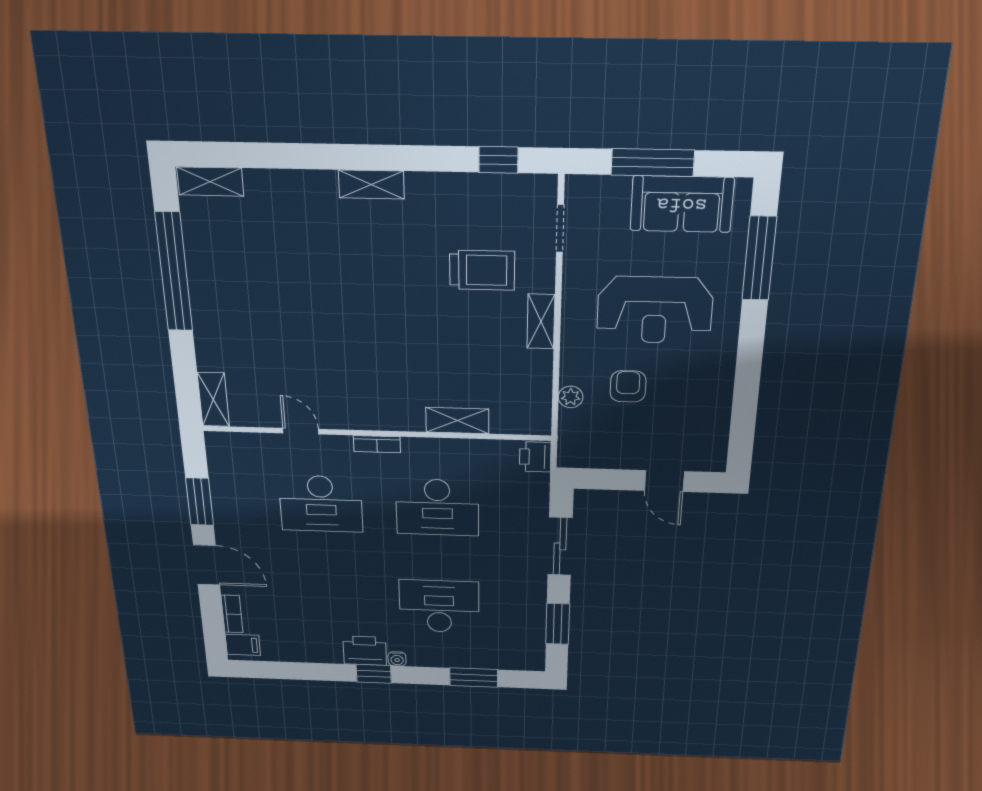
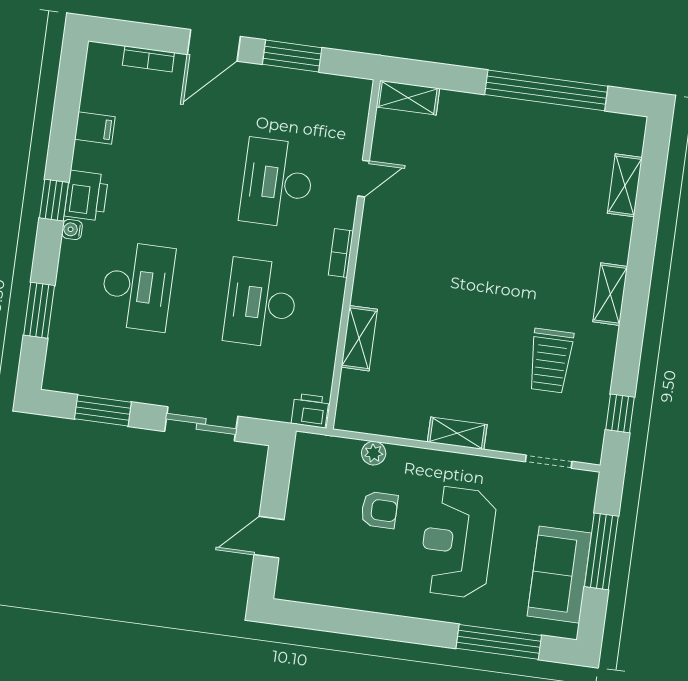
shelving: (210, 182) -> (625, 185), moved
trolley: (482, 270) -> (551, 361), moved
filing cabinet: (243, 645) -> (95, 128), moved, turned -90

